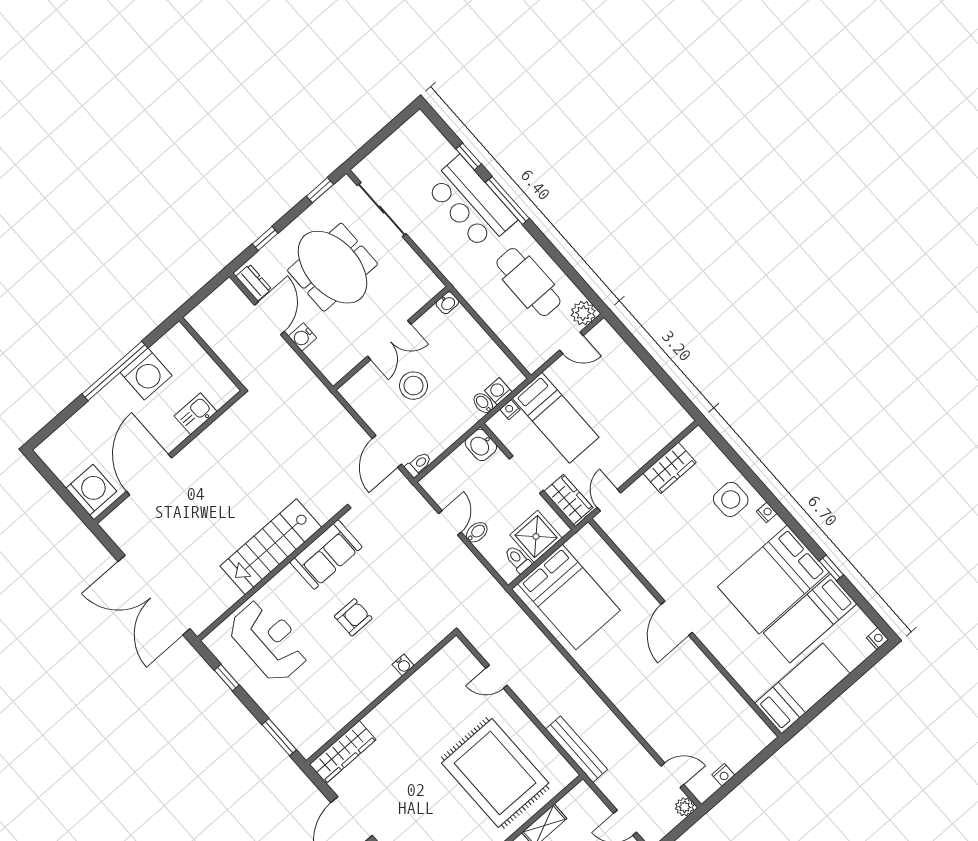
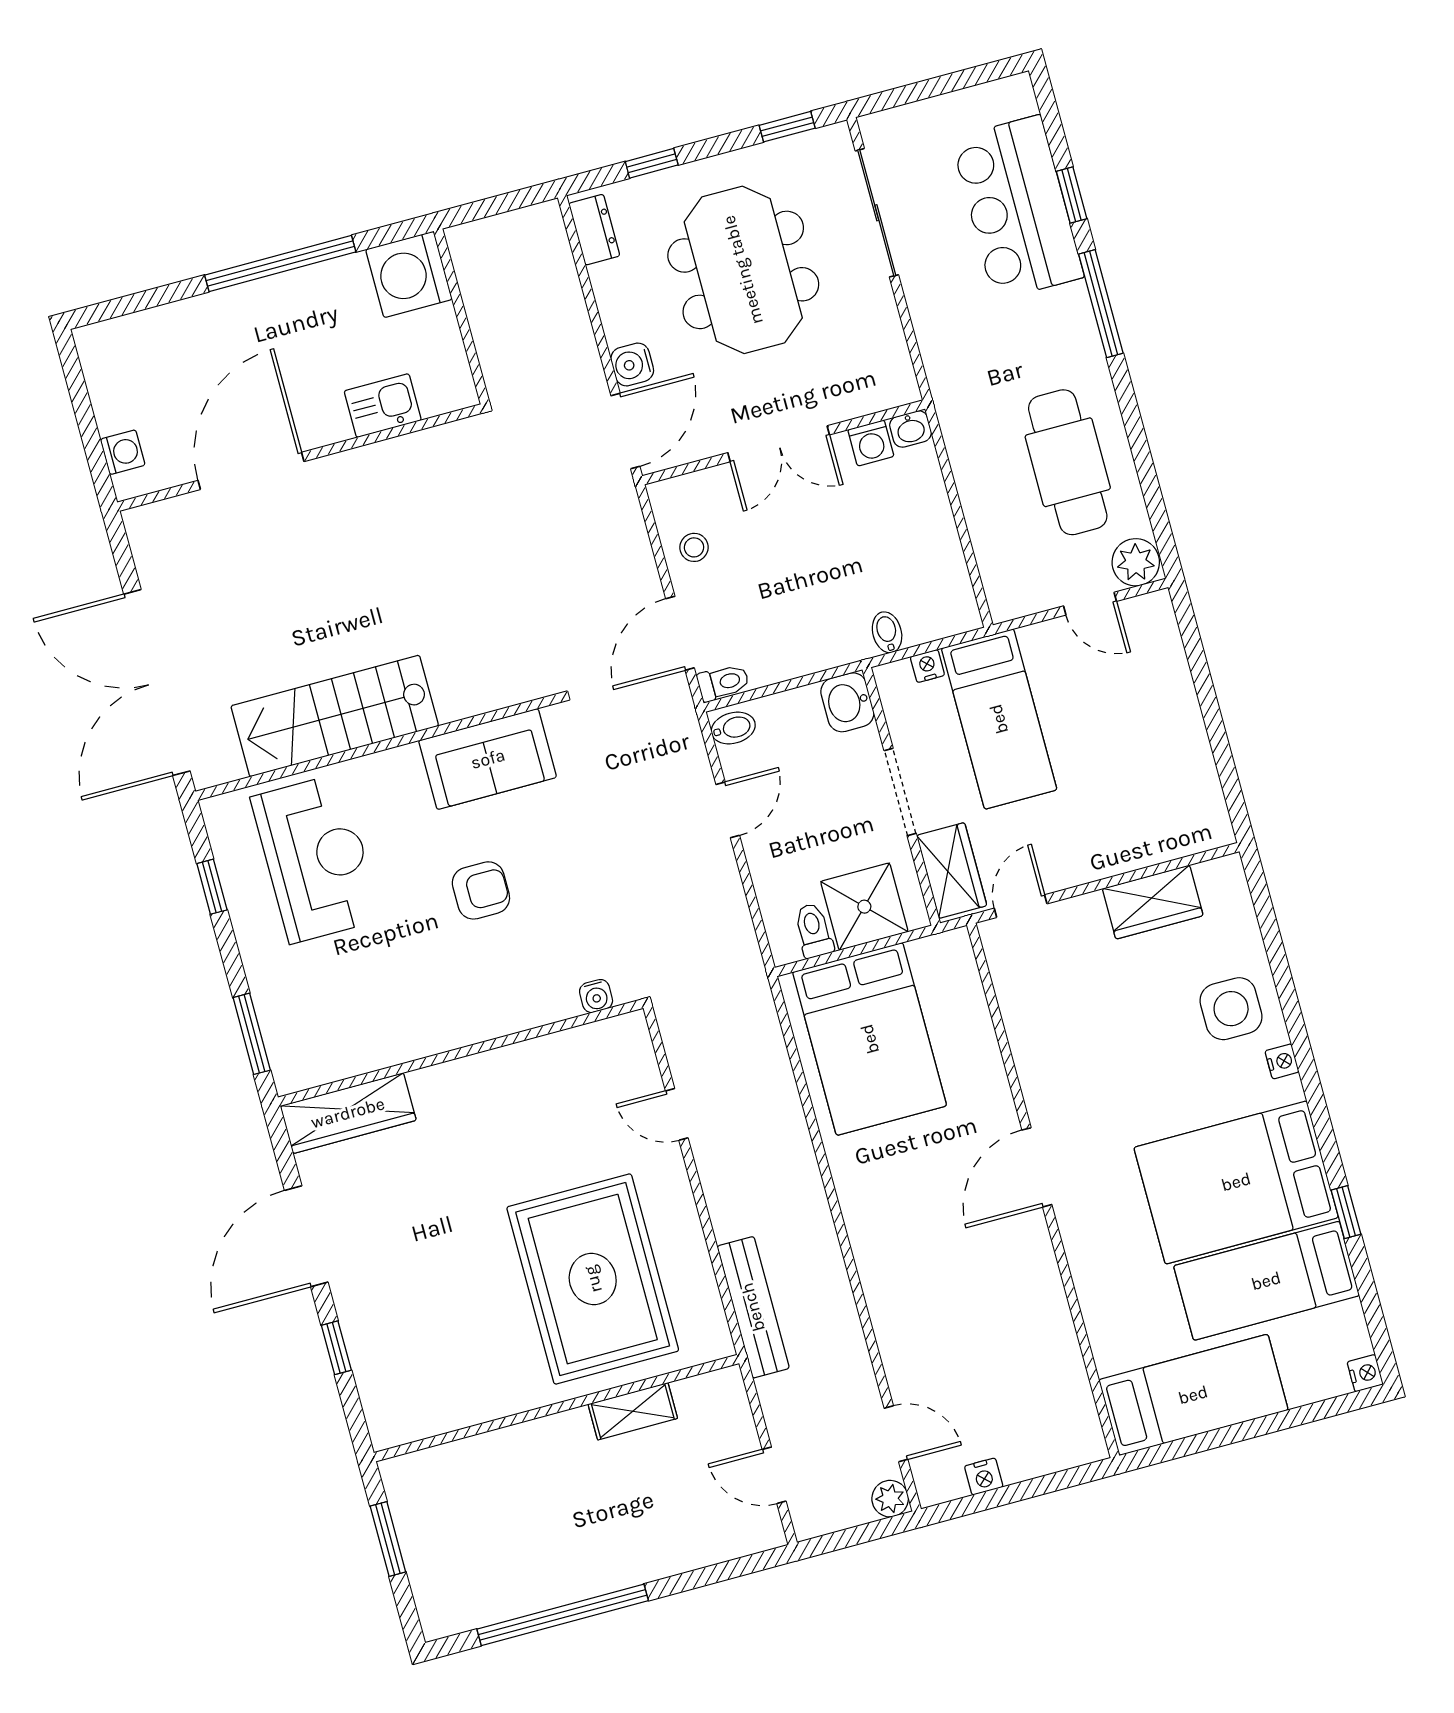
bar counter: (471, 203) -> (1017, 208), moved
door: (269, 318) -> (625, 431), moved
washing machine: (146, 374) -> (409, 274), moved, turned 90
stool: (414, 386) -> (694, 547), moved, width x0.53, depth x0.53
washing machine: (498, 391) -> (871, 443), moved, turned 180
washing machine: (91, 490) -> (123, 452), width x0.53, depth x0.53
bidet: (477, 532) -> (733, 728), moved
stairs: (271, 547) -> (335, 716), moved
water cooler: (403, 665) -> (596, 996), moved

